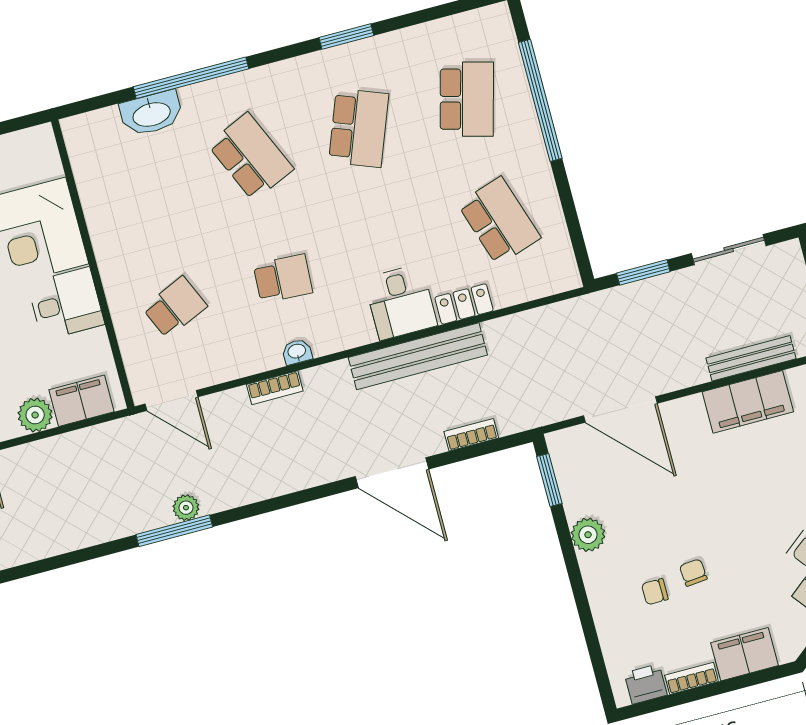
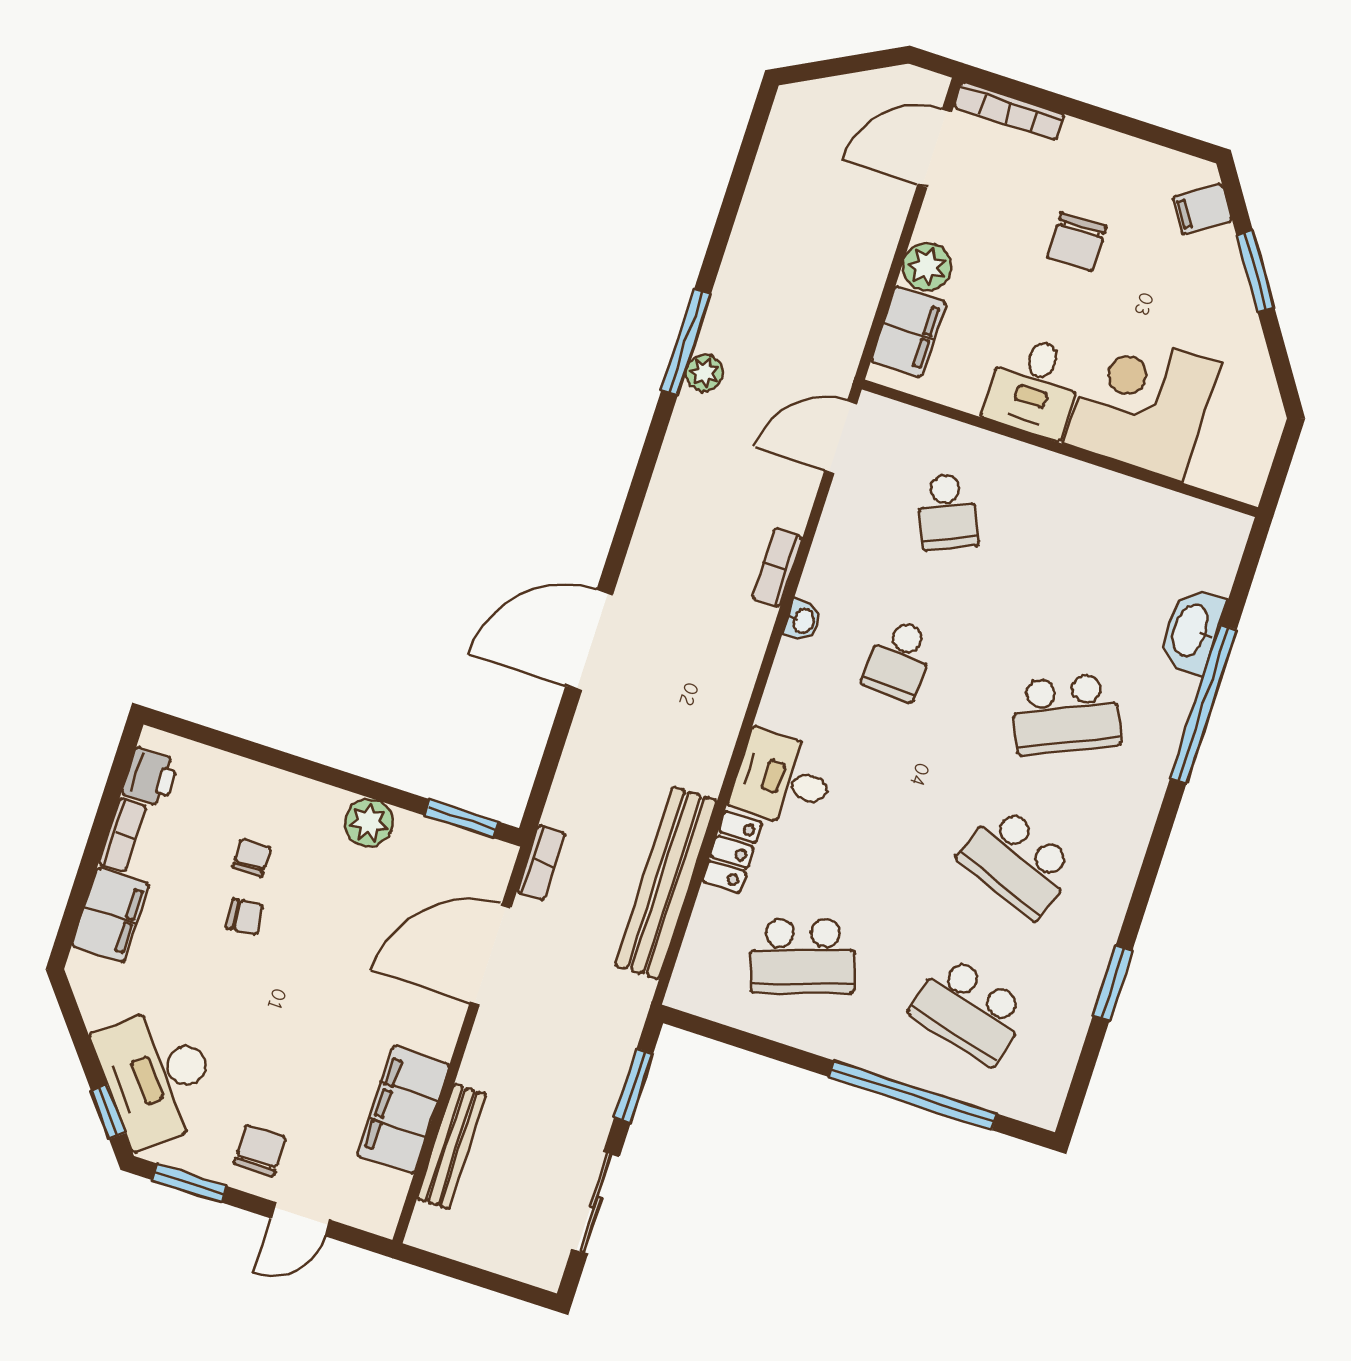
window: (346, 36) -> (1113, 983), moved
bench: (418, 356) -> (666, 883), moved
bookcase: (471, 435) -> (541, 863), moved

